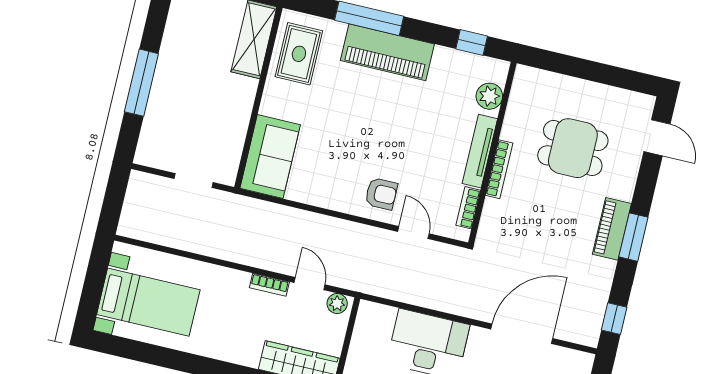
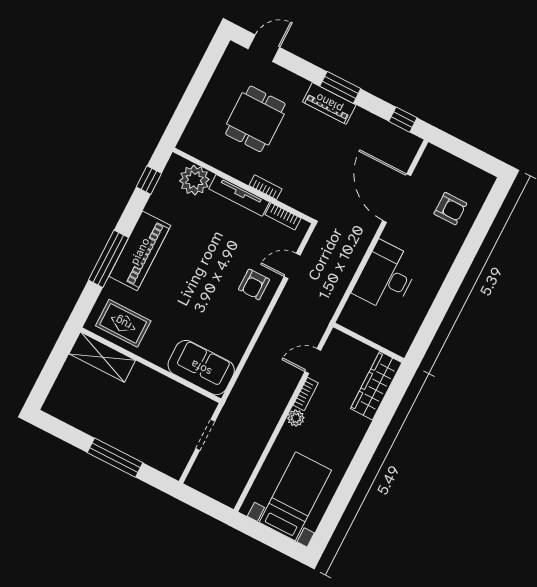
plant: (489, 96) -> (194, 180), width x1.36, depth x1.36
bookcase: (499, 169) -> (265, 187), width x0.64
armchair: (381, 194) -> (254, 284), turned 180
plant: (337, 304) -> (296, 418), moved

